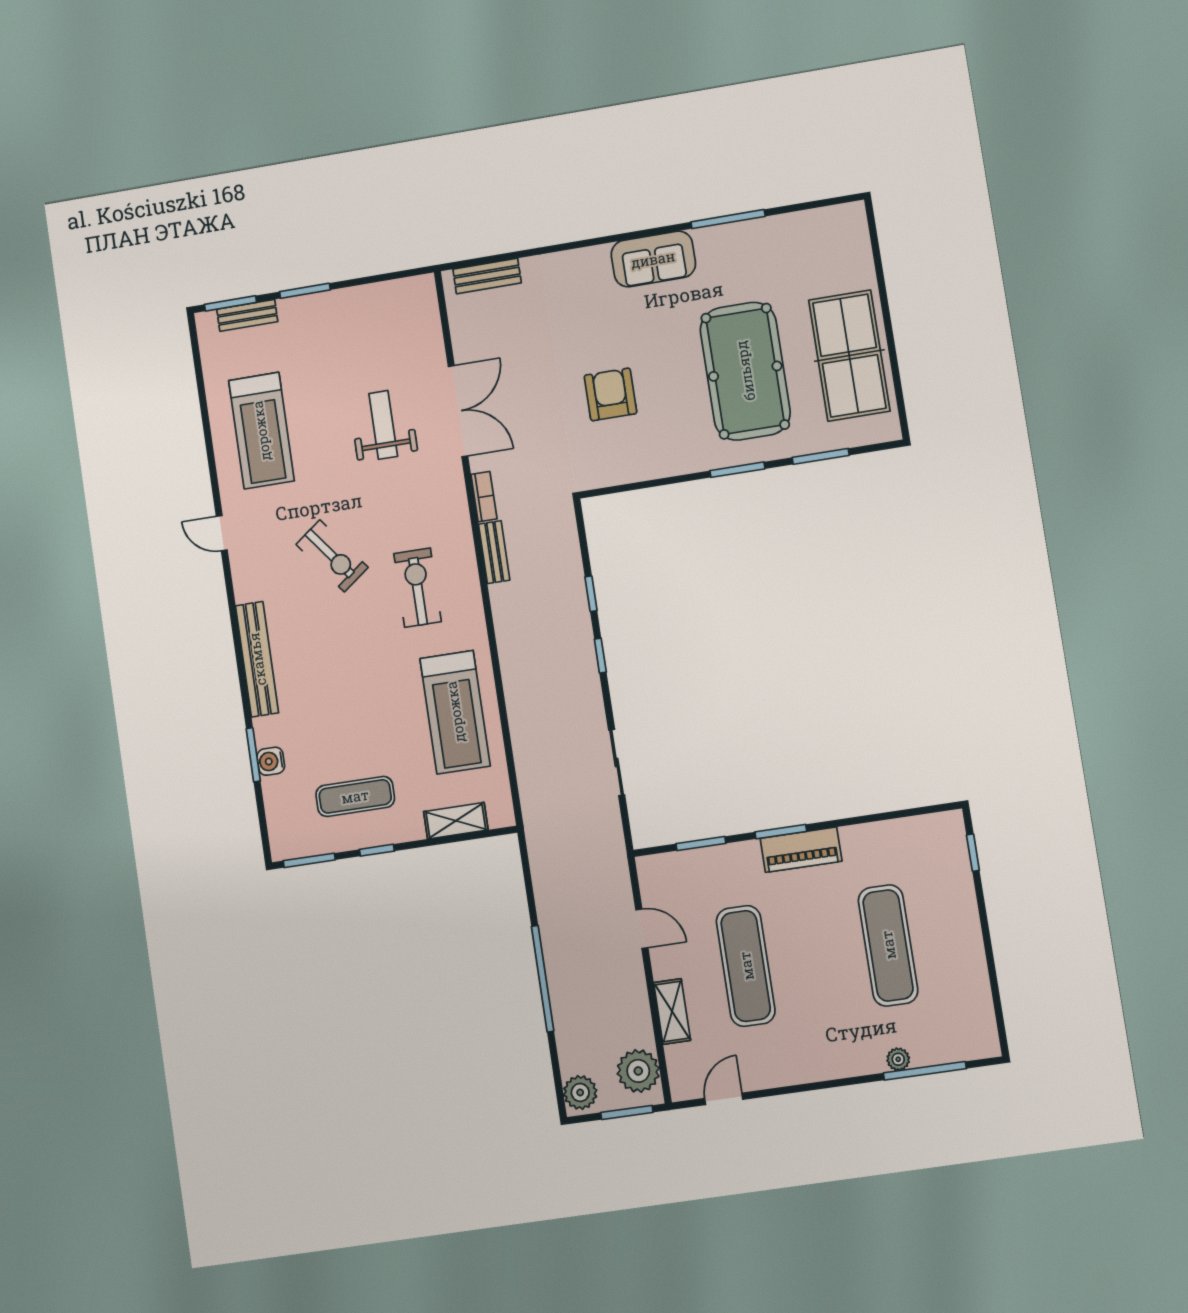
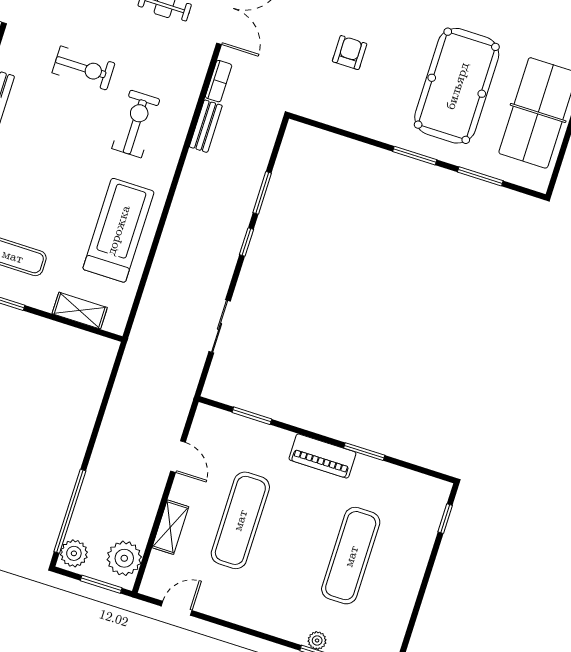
armchair: (610, 394) -> (350, 53), width x0.72, depth x0.72
exercise bike: (332, 556) -> (83, 68), turned -53
window: (591, 594) -> (262, 193), width x1.50
treadmill: (455, 712) -> (118, 230), turned 180
window: (781, 832) -> (364, 452), moved
window: (543, 979) -> (70, 511), moved

